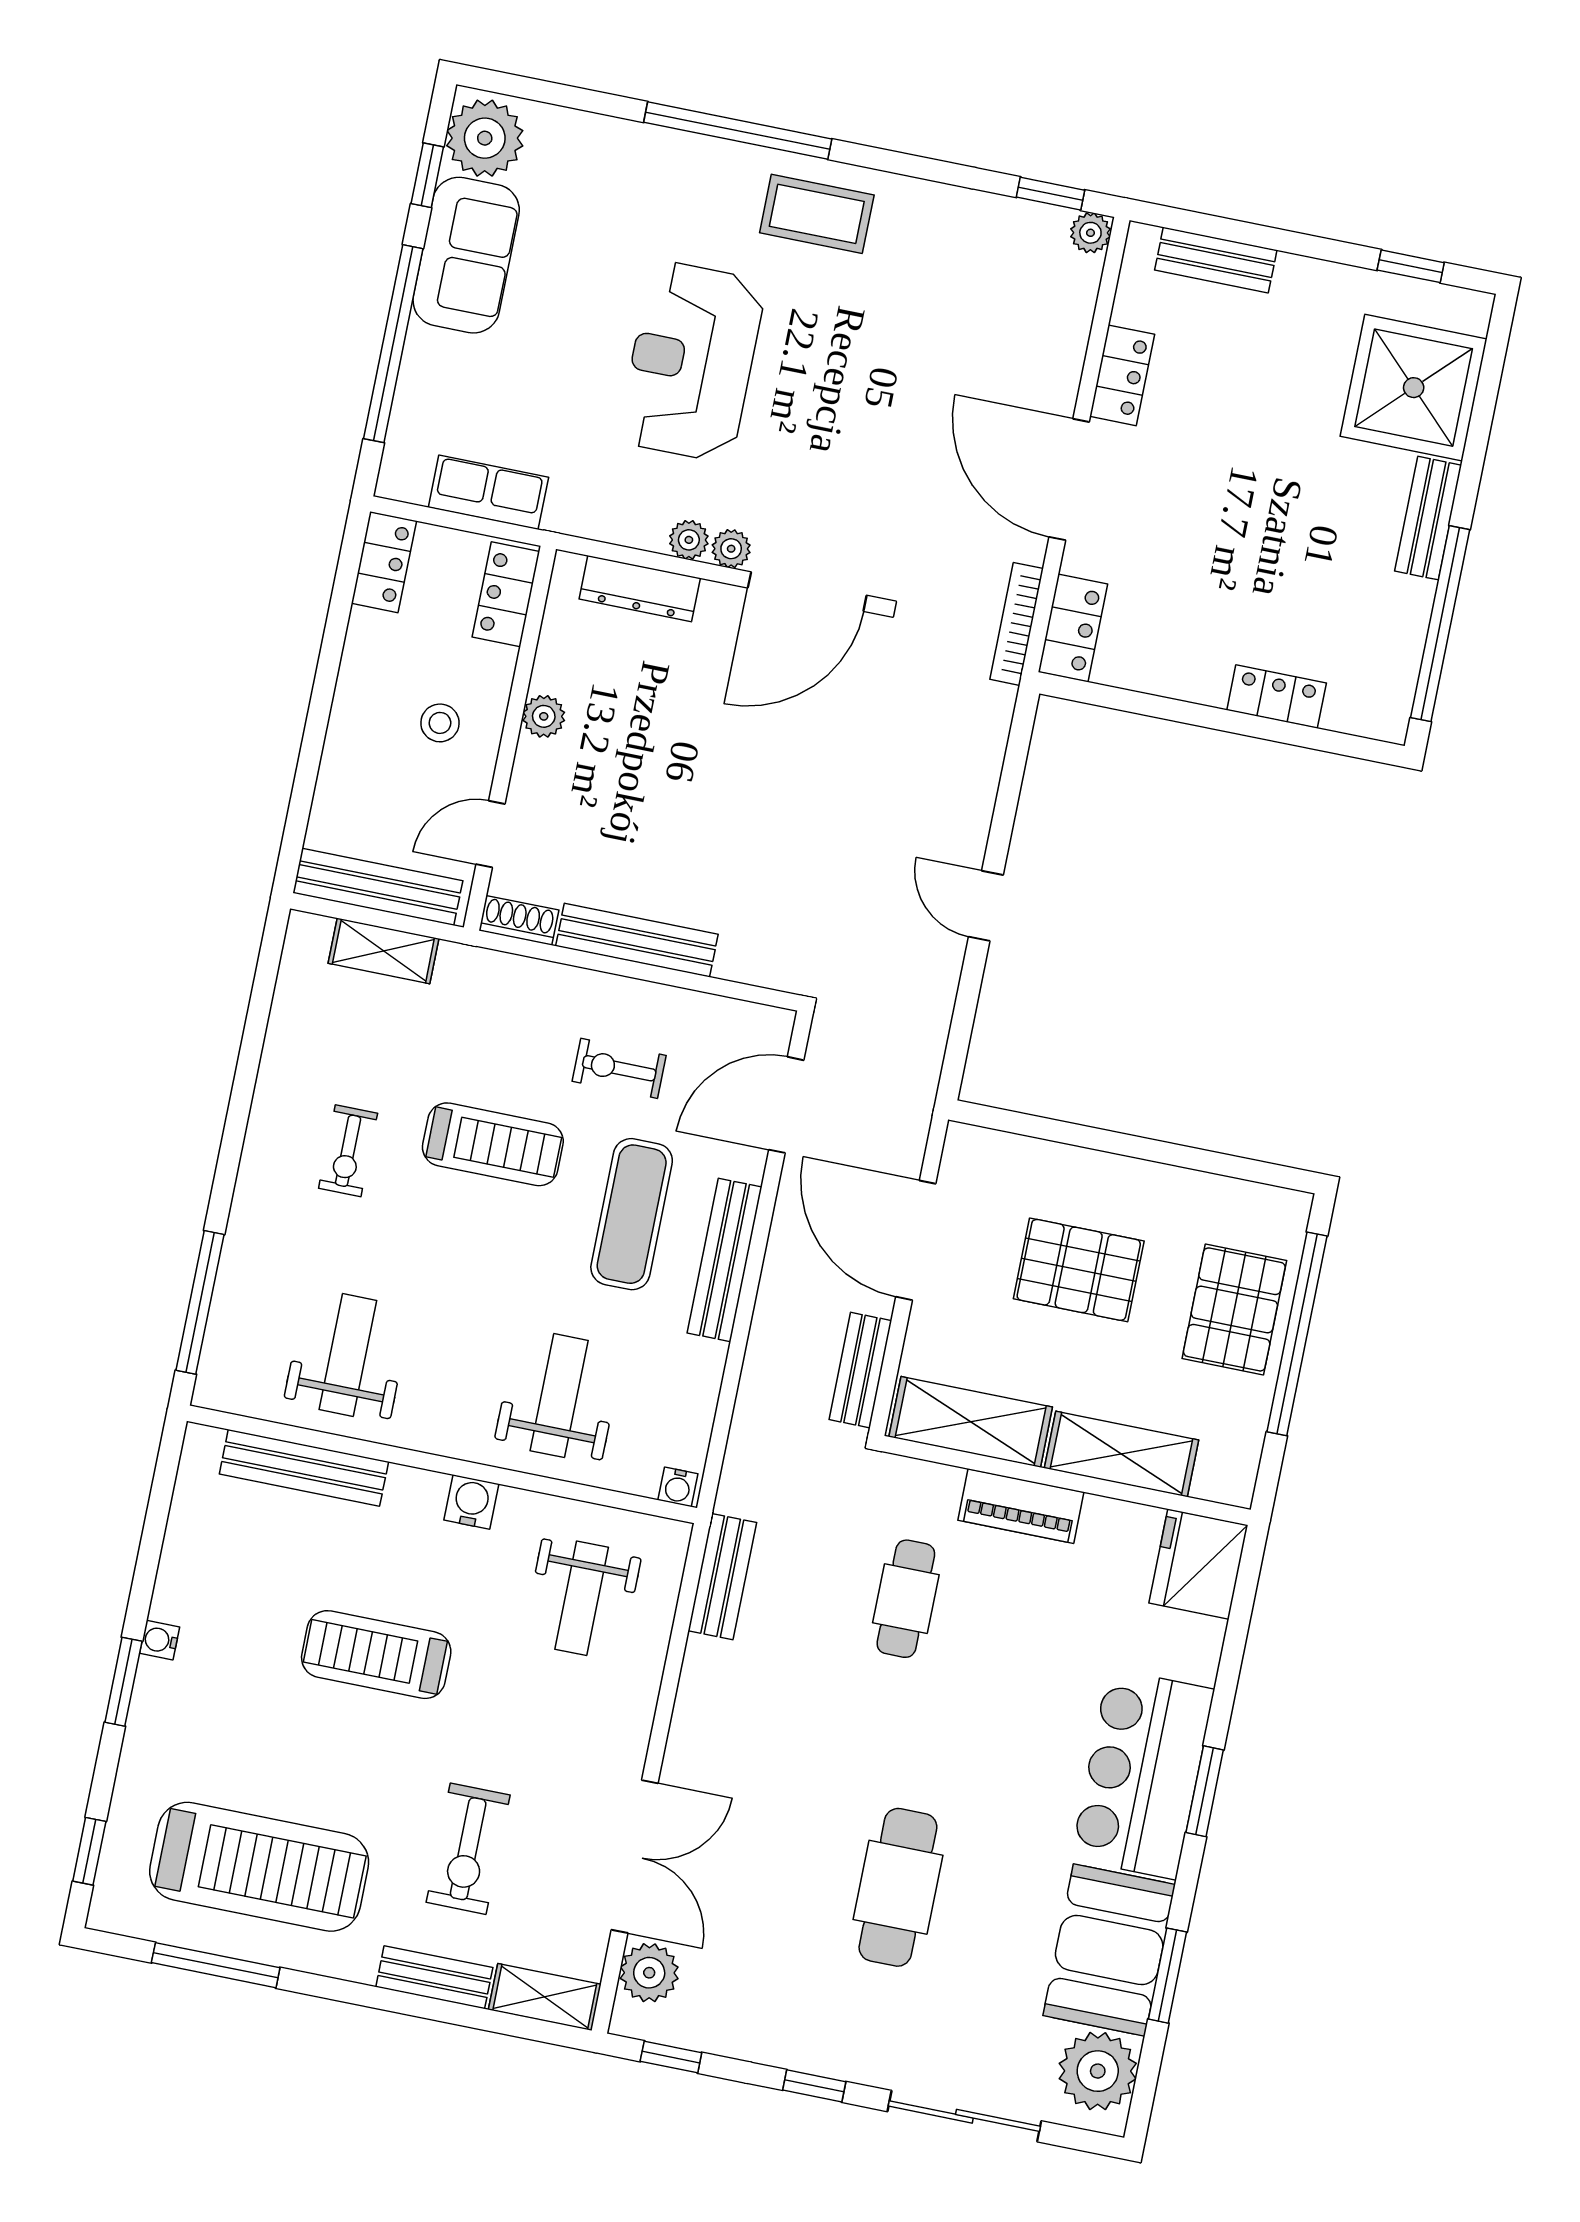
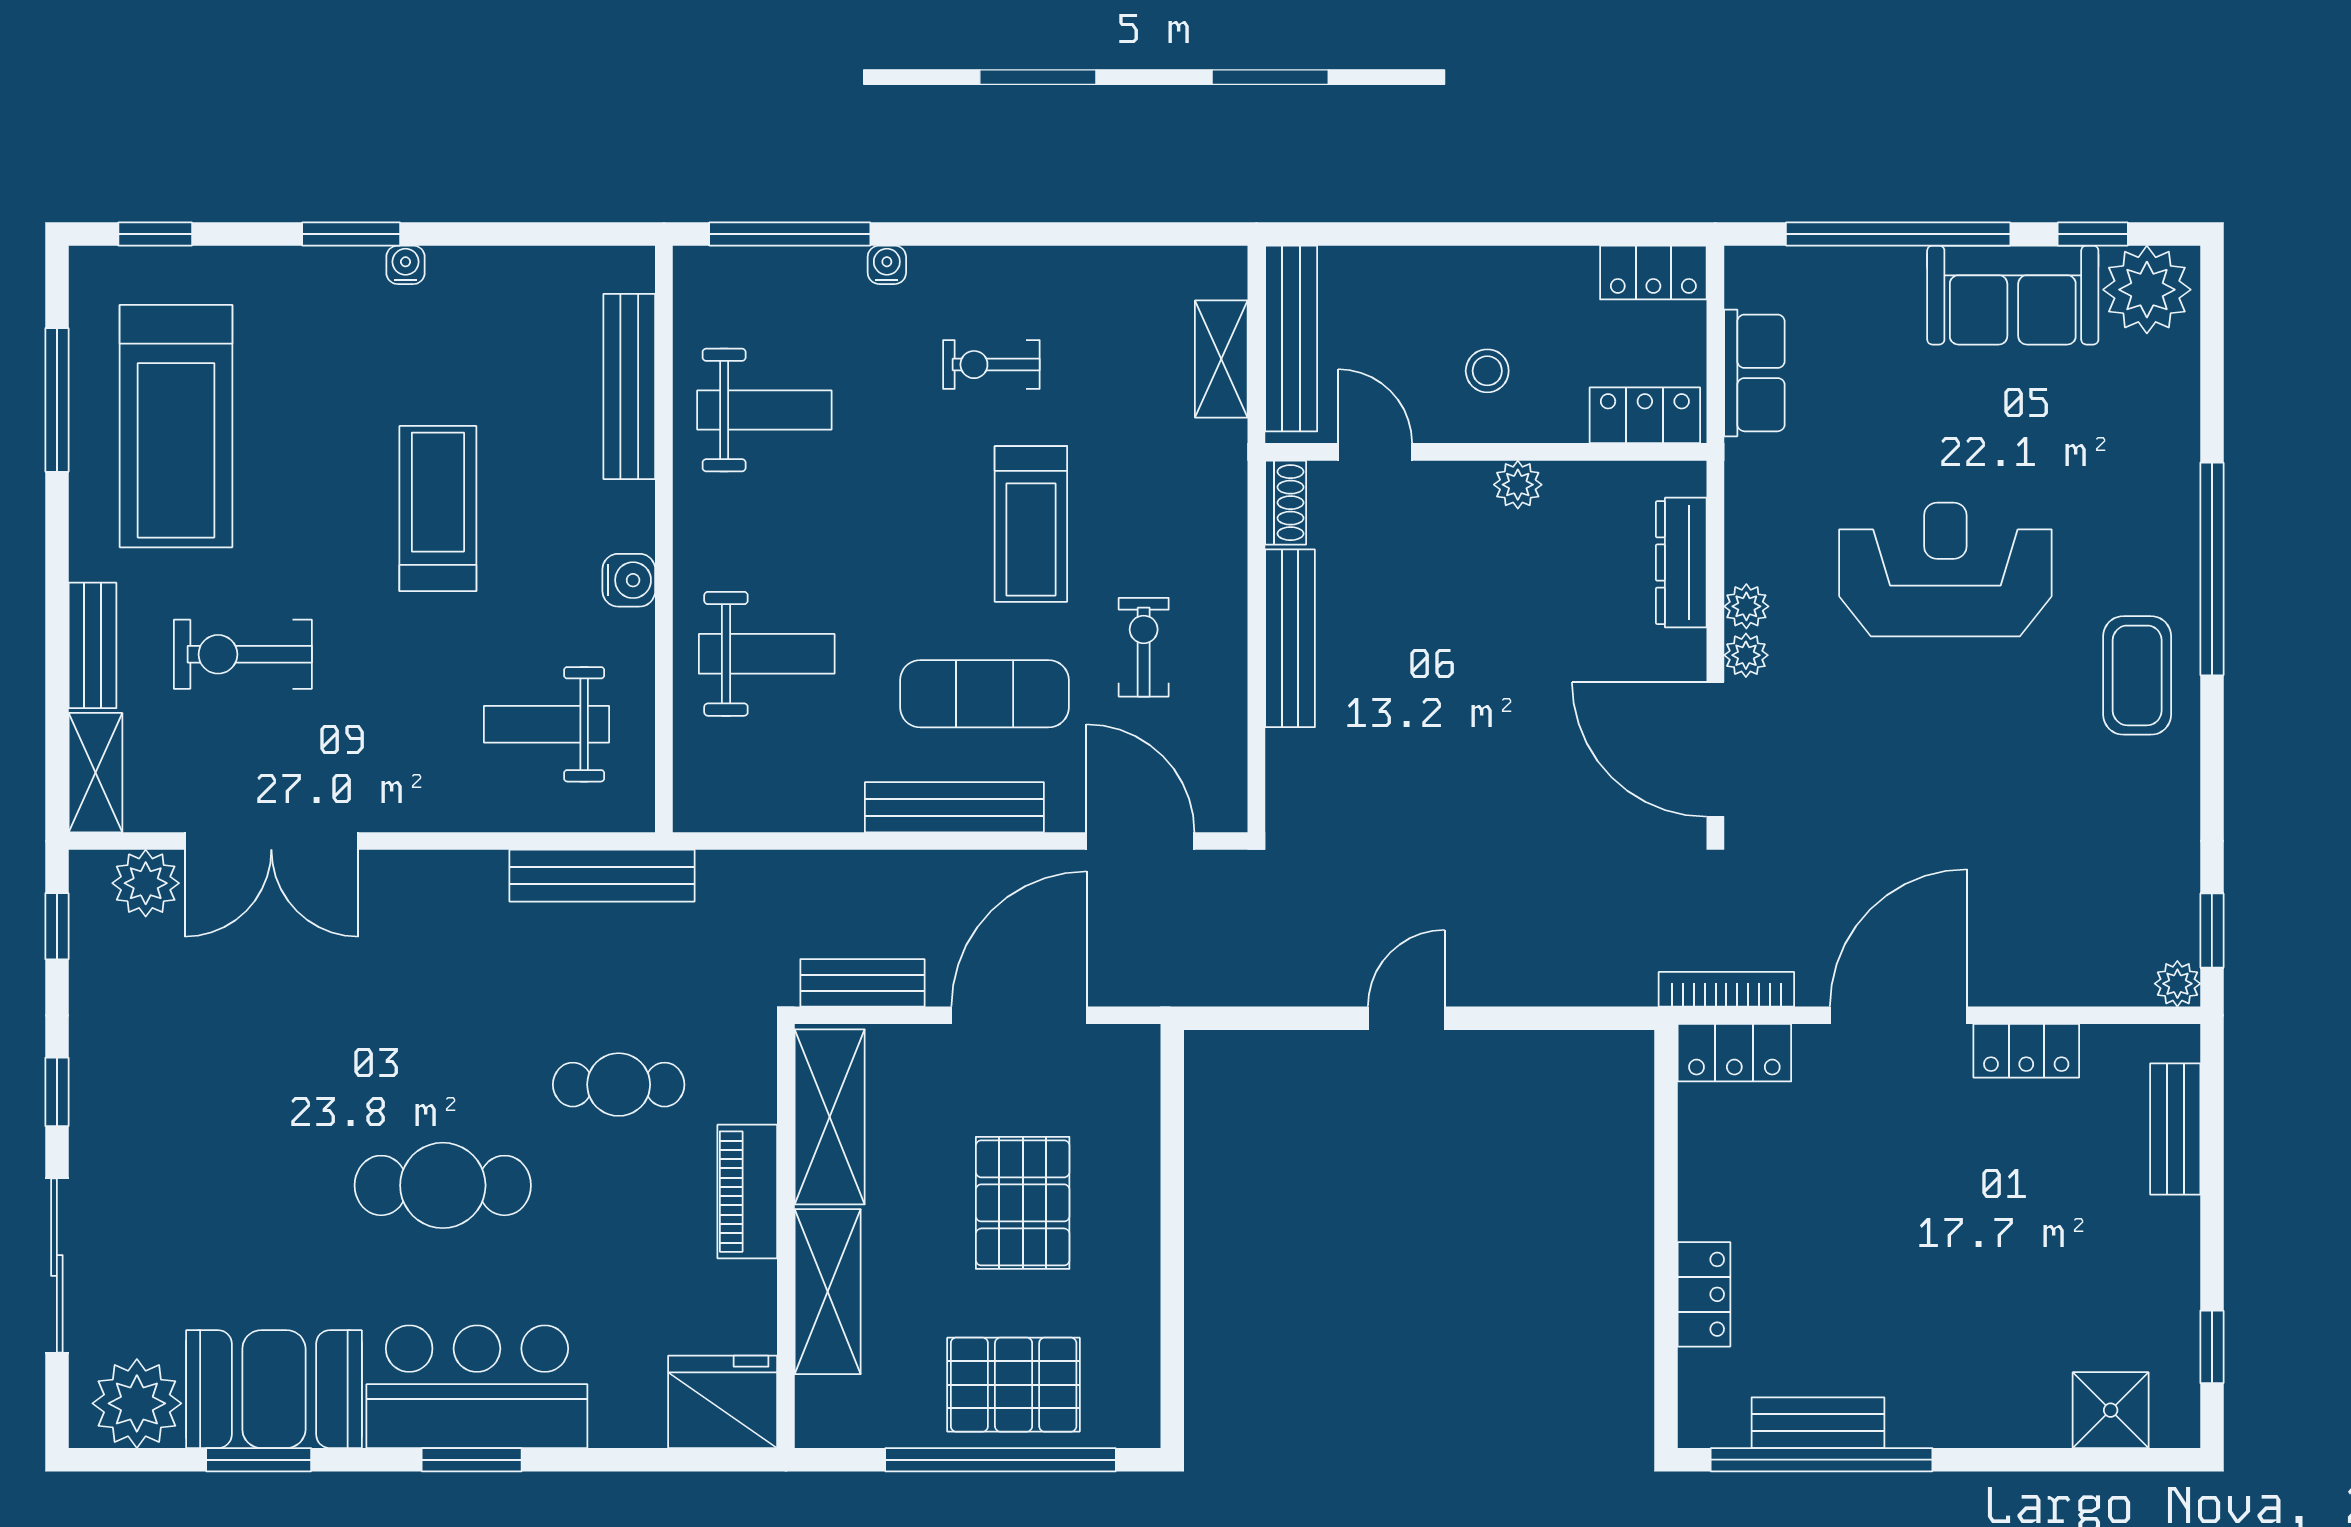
shower: (1414, 388) -> (2111, 1410), width x0.54, depth x0.54
bench: (1428, 518) -> (1818, 1423), moved
water cooler: (678, 1487) -> (887, 265), moved, turned 90
bench: (722, 1577) -> (602, 876), width x1.36
cafe table: (898, 1887) -> (443, 1185), moved

